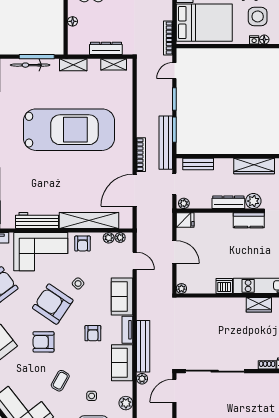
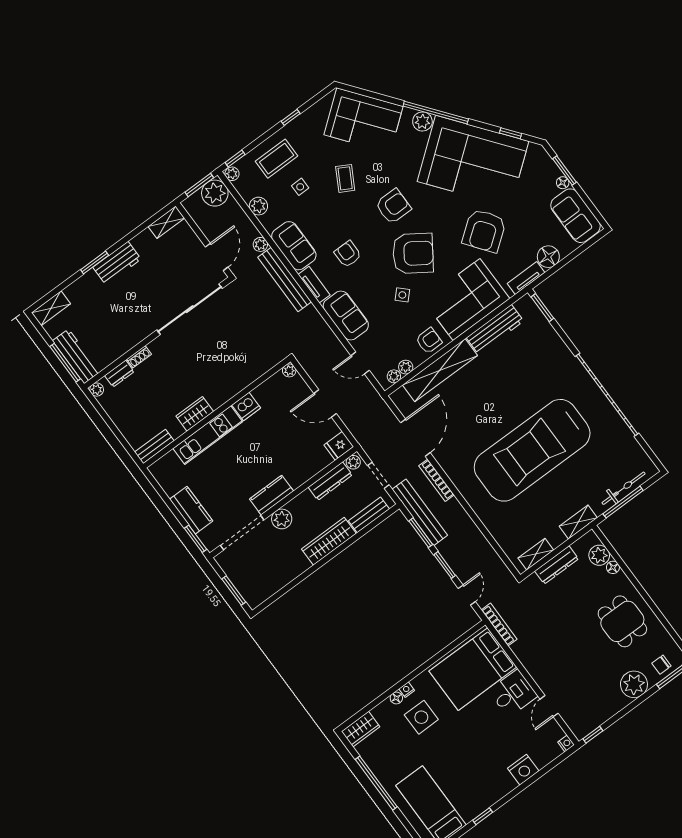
plant: (75, 35) -> (599, 555), added
wardrobe: (254, 166) -> (329, 541), moved
dresser: (228, 202) -> (330, 481), moved
armchair: (83, 244) -> (429, 341), turned 90

